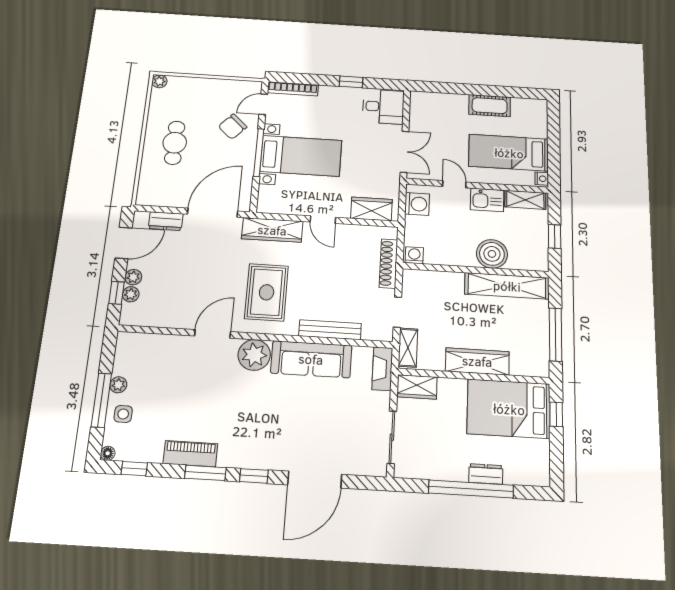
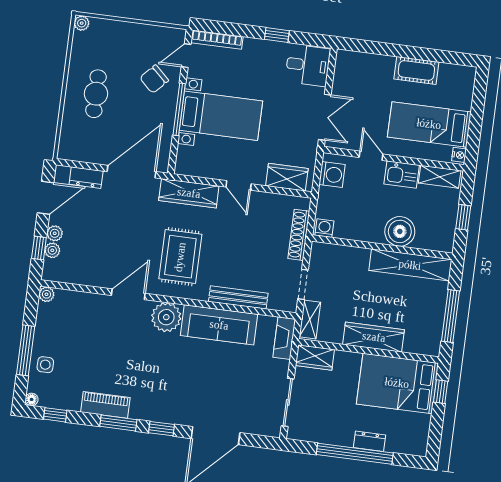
plant: (118, 385) -> (46, 294), moved

